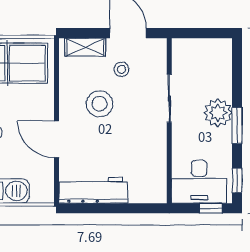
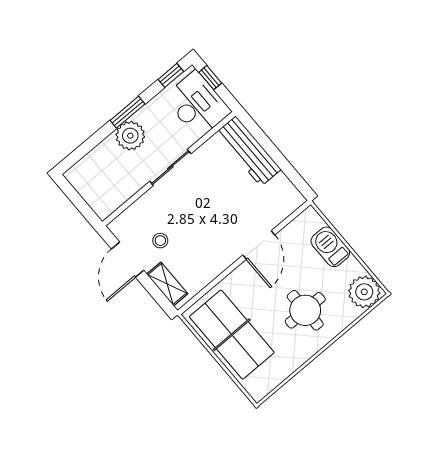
sliding door: (169, 98) -> (170, 168), moved
stool: (100, 104) -> (202, 235), removed
workbench: (93, 190) -> (248, 151), moved

